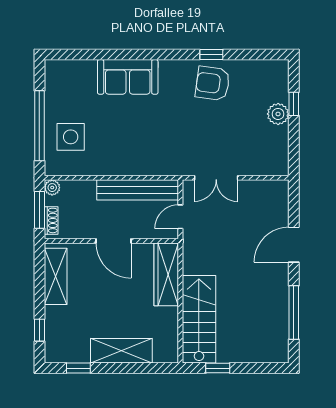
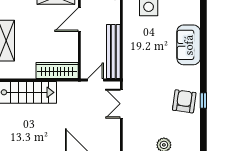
door: (180, 217) -> (95, 80), hinge flipped
door: (114, 241) -> (79, 20), moved

